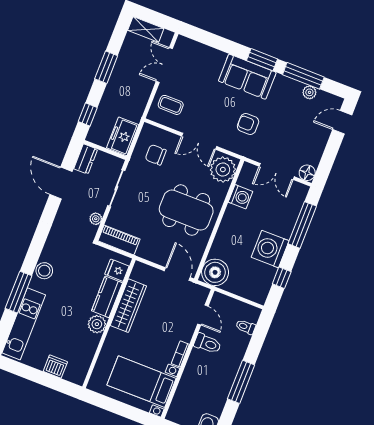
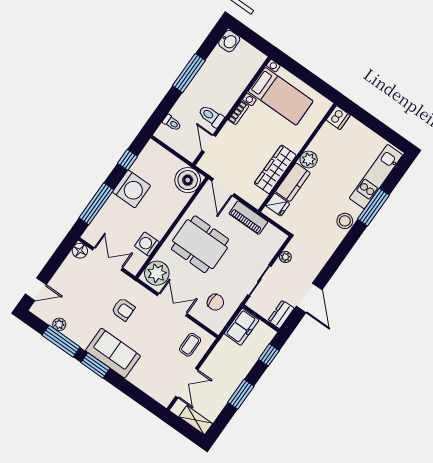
coffee table: (171, 105) -> (190, 345), turned 90
piano: (119, 240) -> (248, 218), moved
dishwasher: (55, 367) -> (338, 118), moved, turned -90

